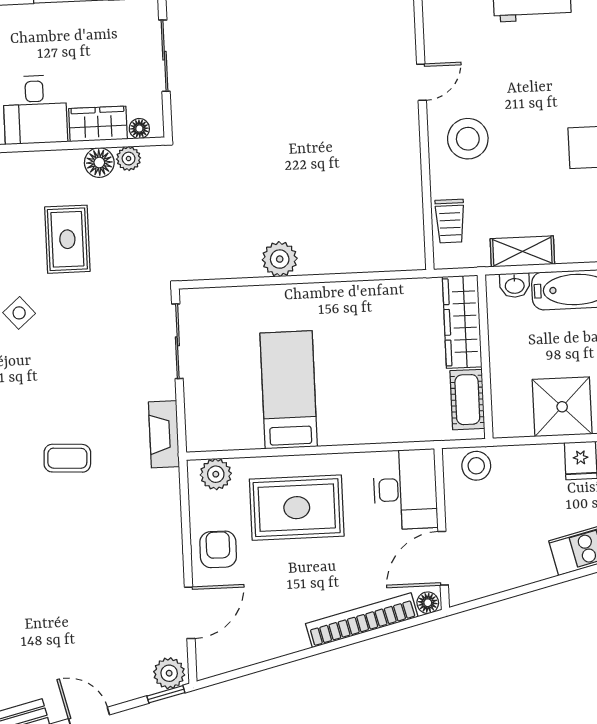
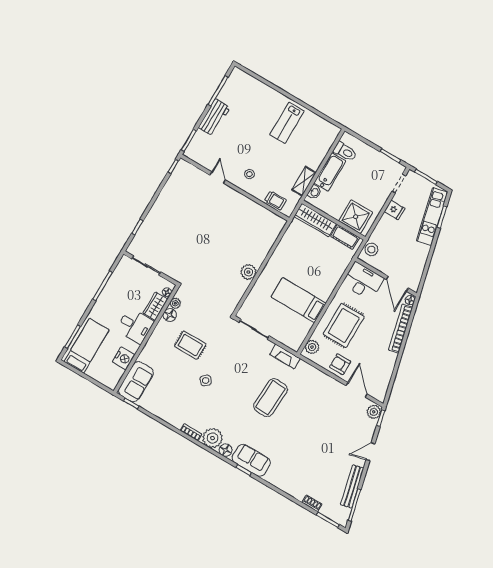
stool: (468, 139) -> (249, 174), width x0.53, depth x0.53
shower: (562, 407) -> (356, 217), moved
coffee table: (67, 458) -> (271, 398), width x1.86, depth x1.72

